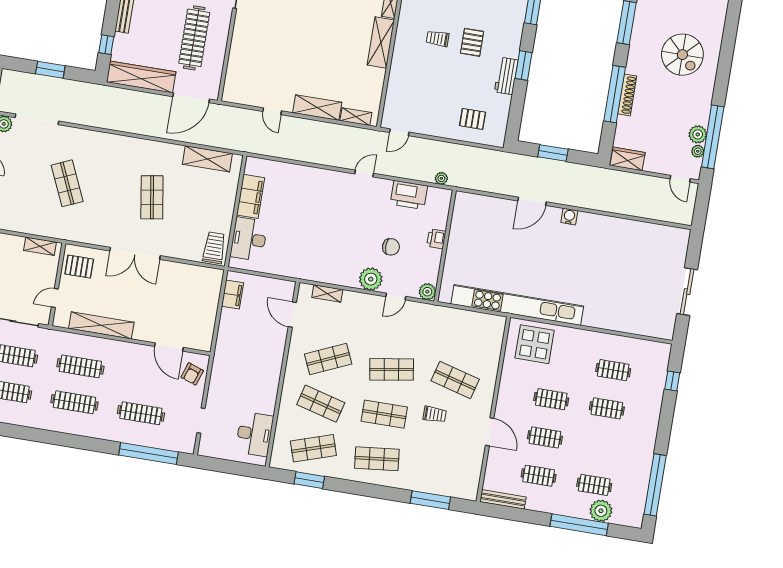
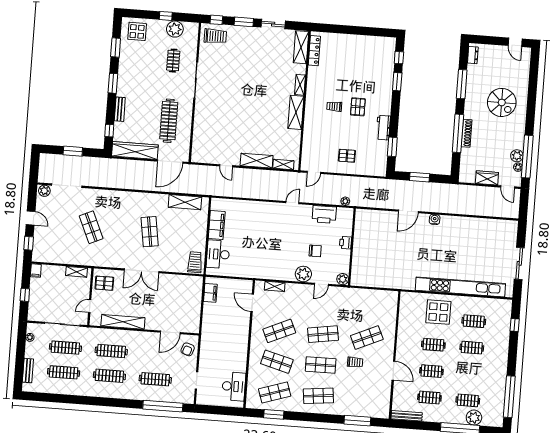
window: (524, 65) -> (392, 147), moved
pallet: (473, 119) -> (347, 156), moved
wardrobe: (627, 159) -> (487, 178), moved
kitchen unit: (517, 305) -> (460, 287), moved
display table: (535, 344) -> (438, 312), moved
door: (169, 347) -> (170, 332), hinge flipped
shop shelf: (455, 380) -> (367, 337), turned -39

